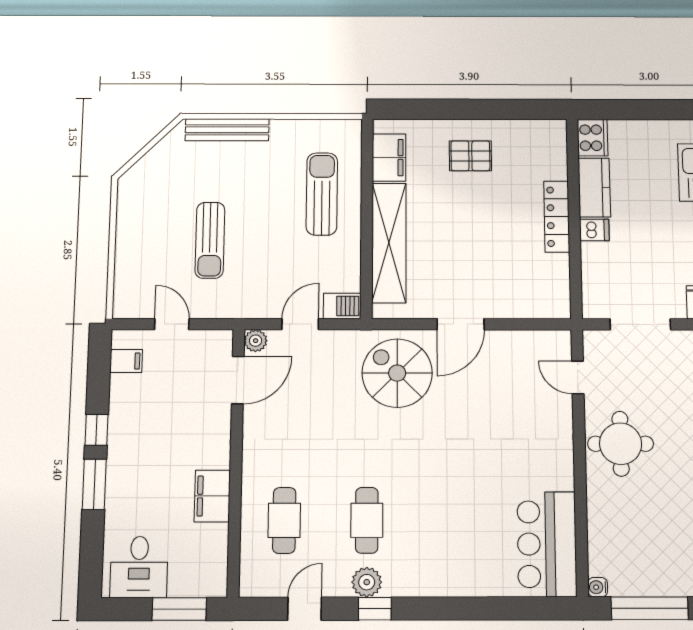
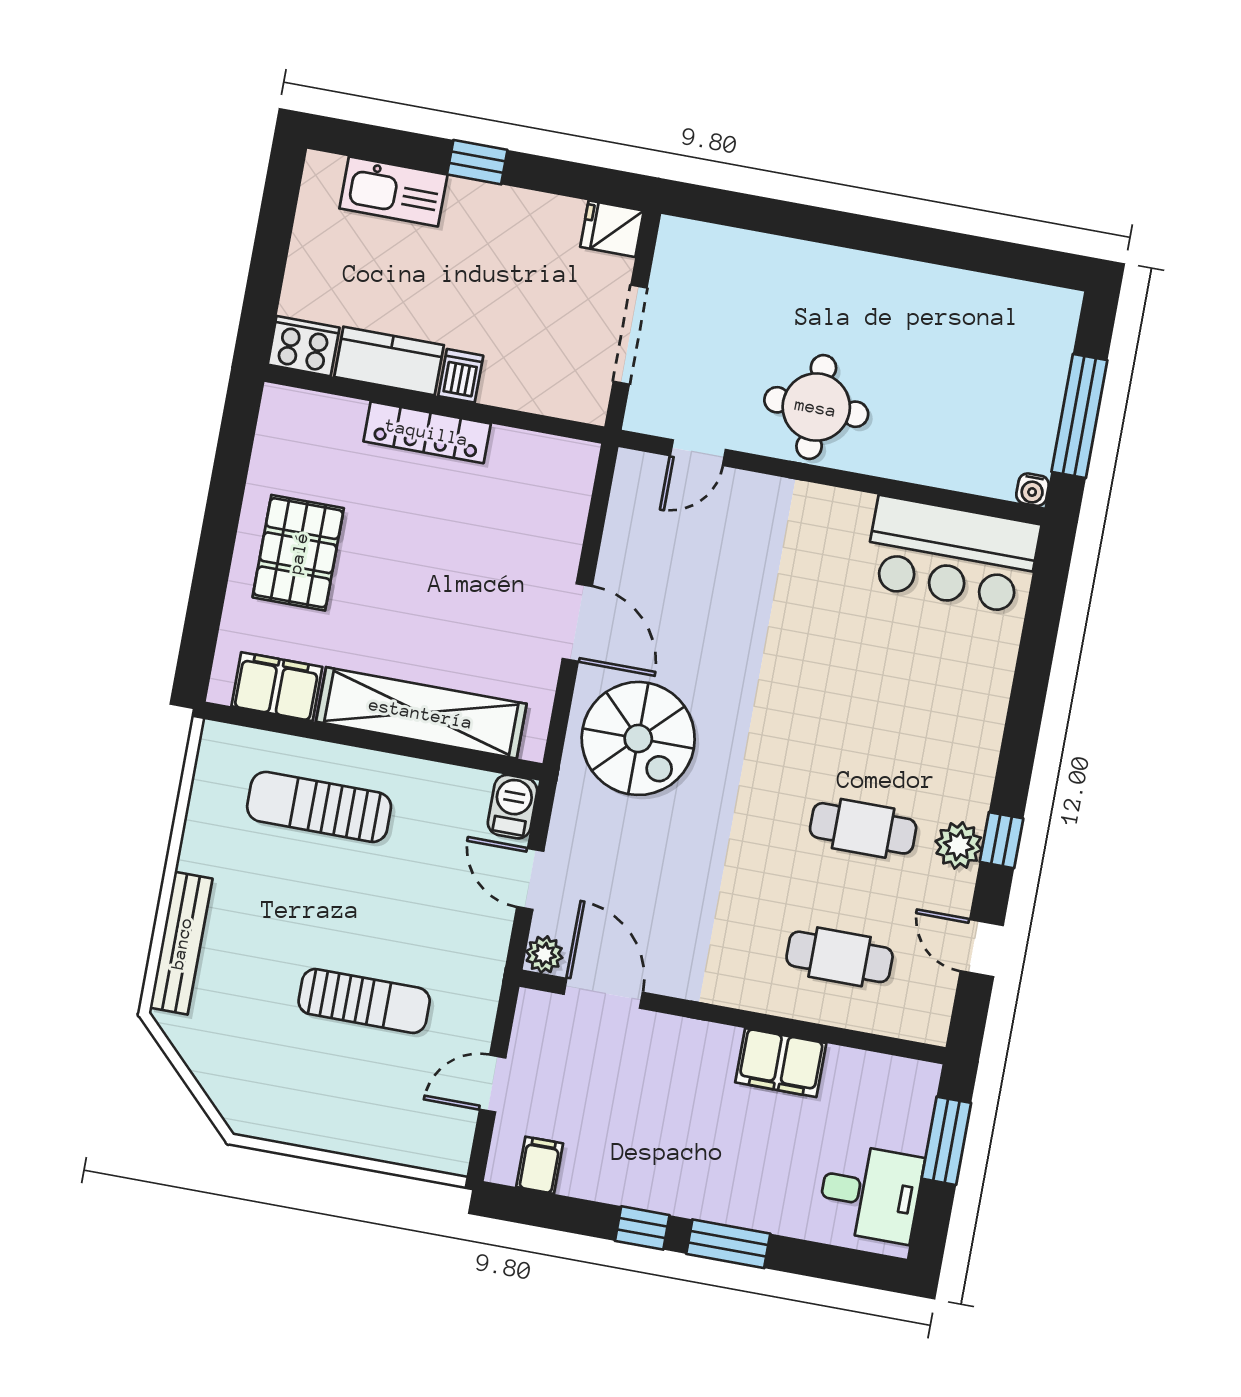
pallet: (470, 156) -> (298, 553), width x1.50, depth x1.42
spiral stairs: (397, 373) -> (638, 738), turned -90

